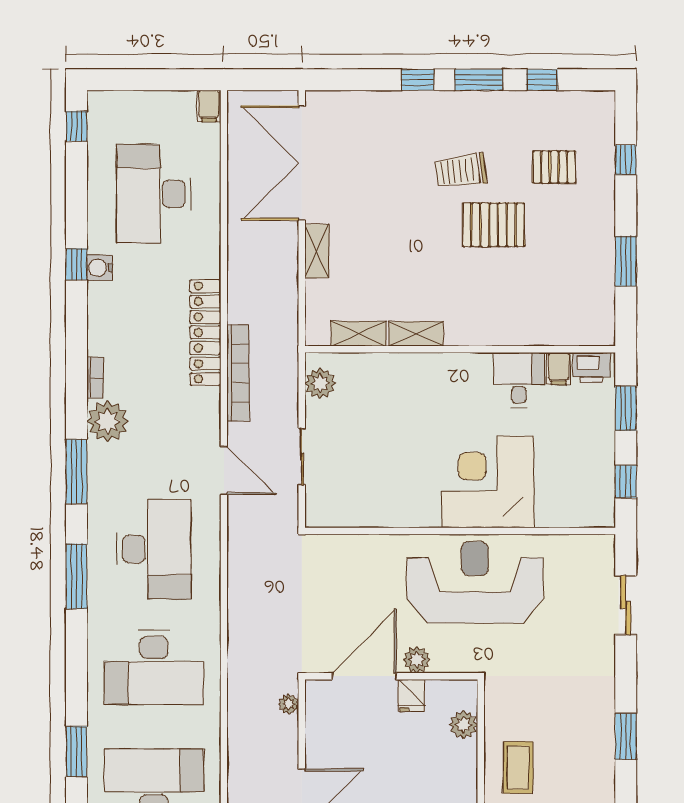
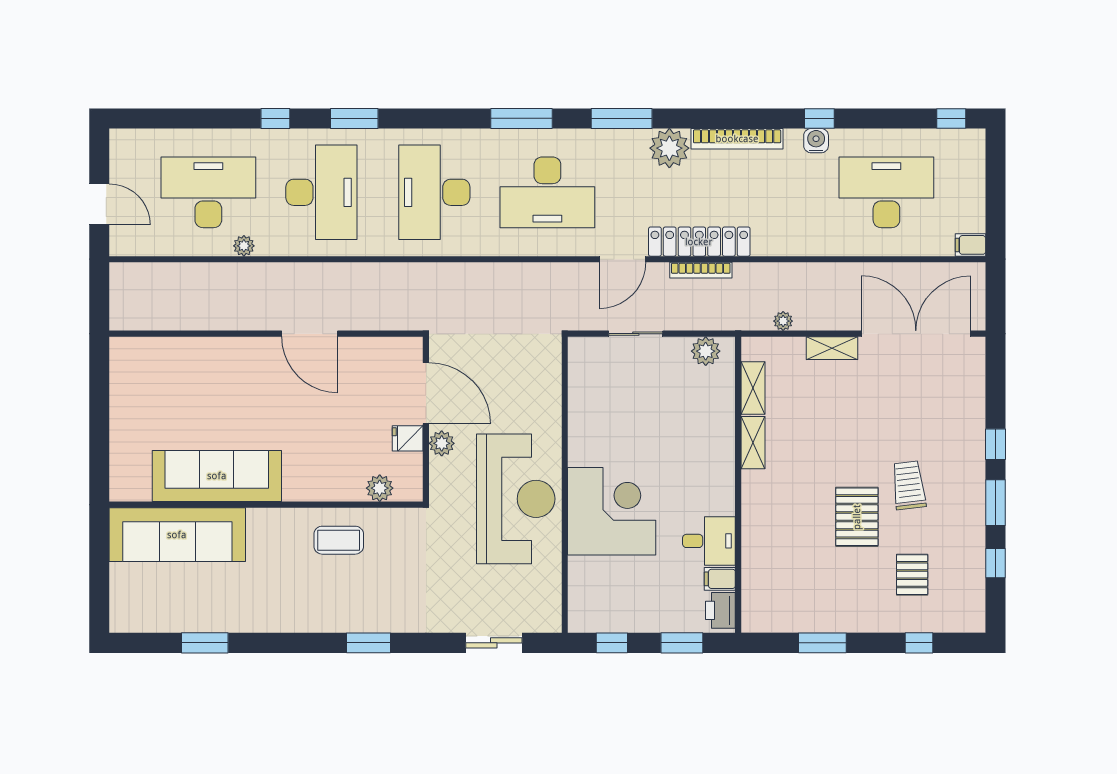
locker: (205, 333) -> (699, 242), moved
bookcase: (238, 373) -> (701, 270), width x0.68, depth x0.76
bookcase: (95, 378) -> (737, 139), width x2.31, depth x1.31
plant: (289, 704) -> (783, 321), moved

